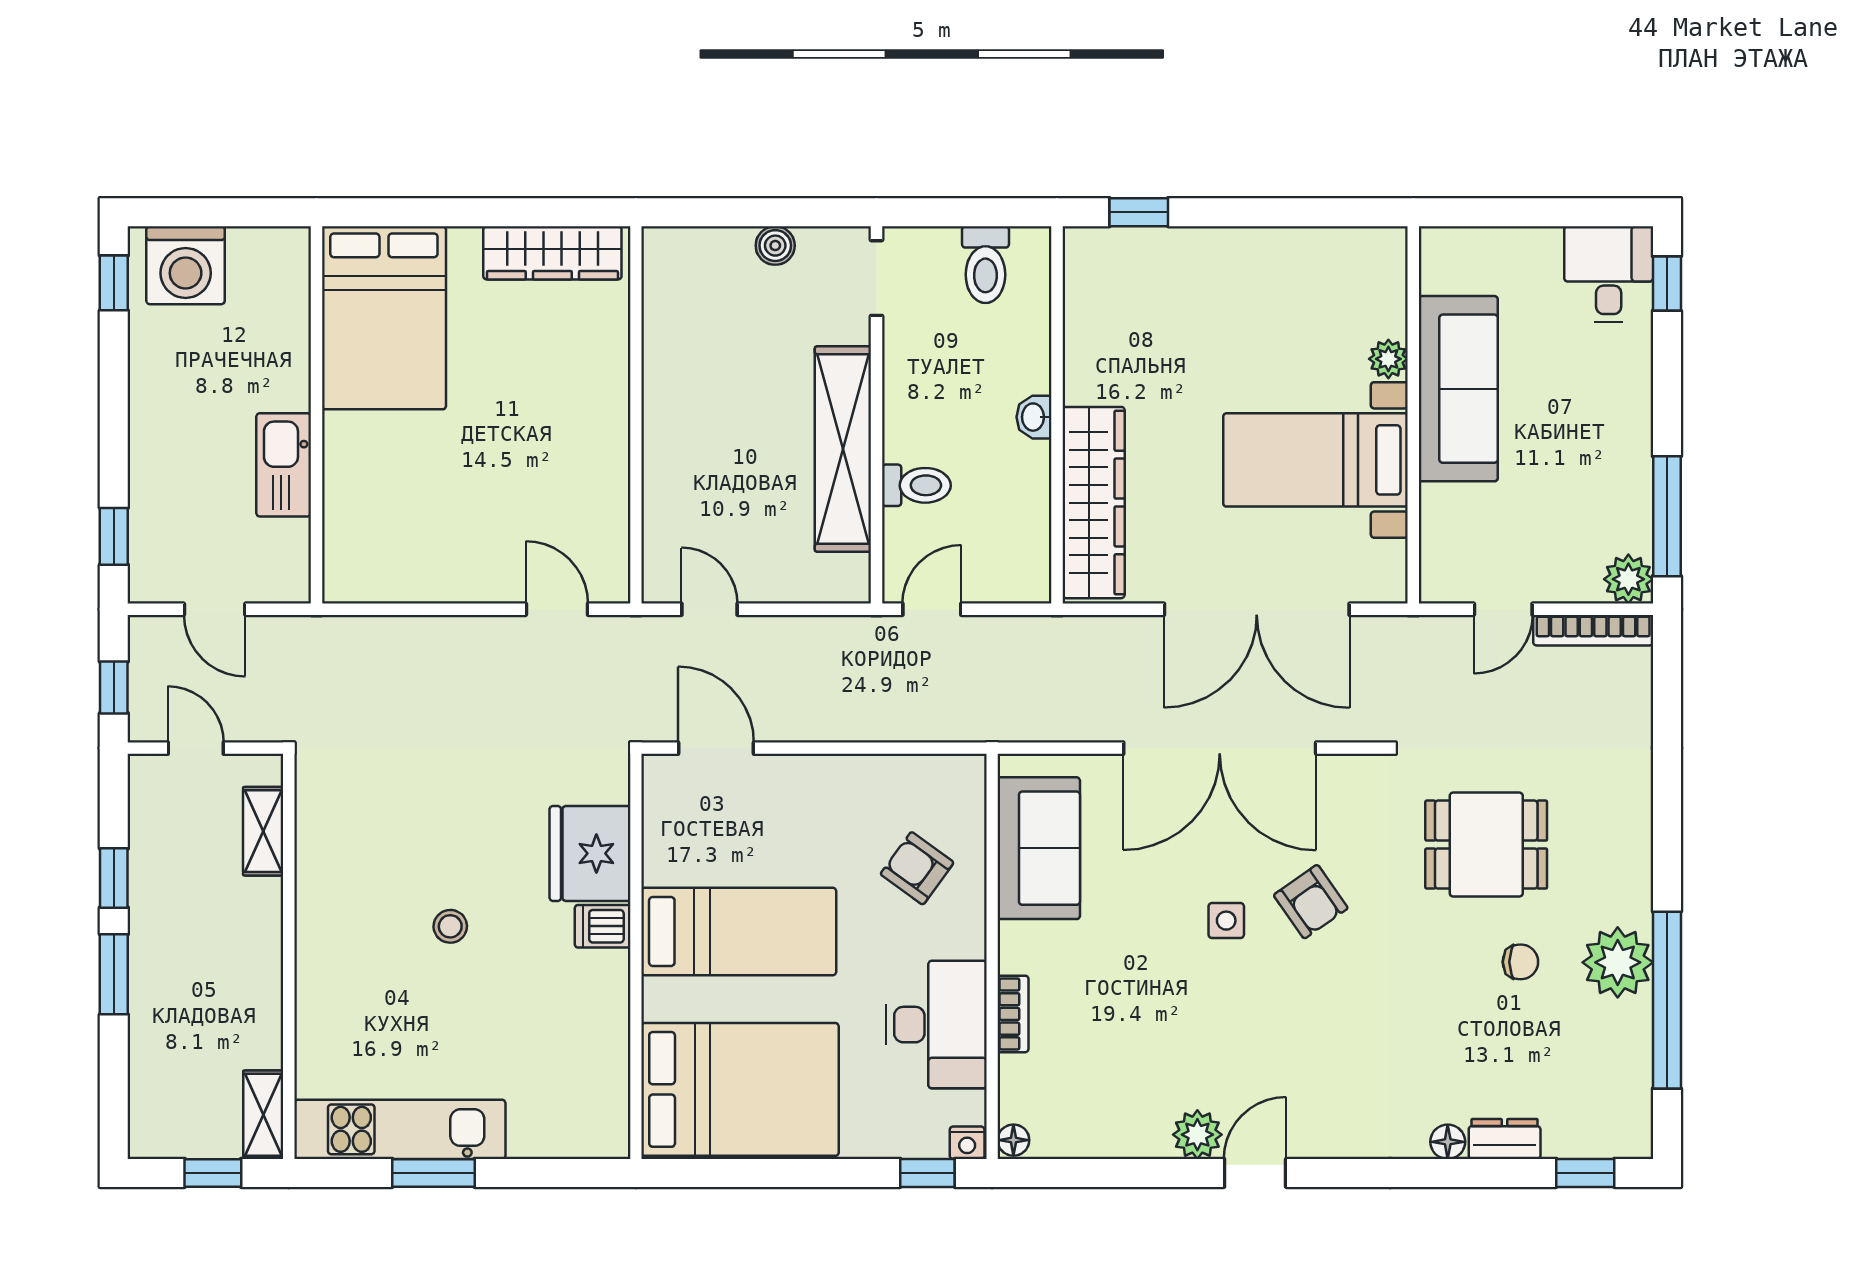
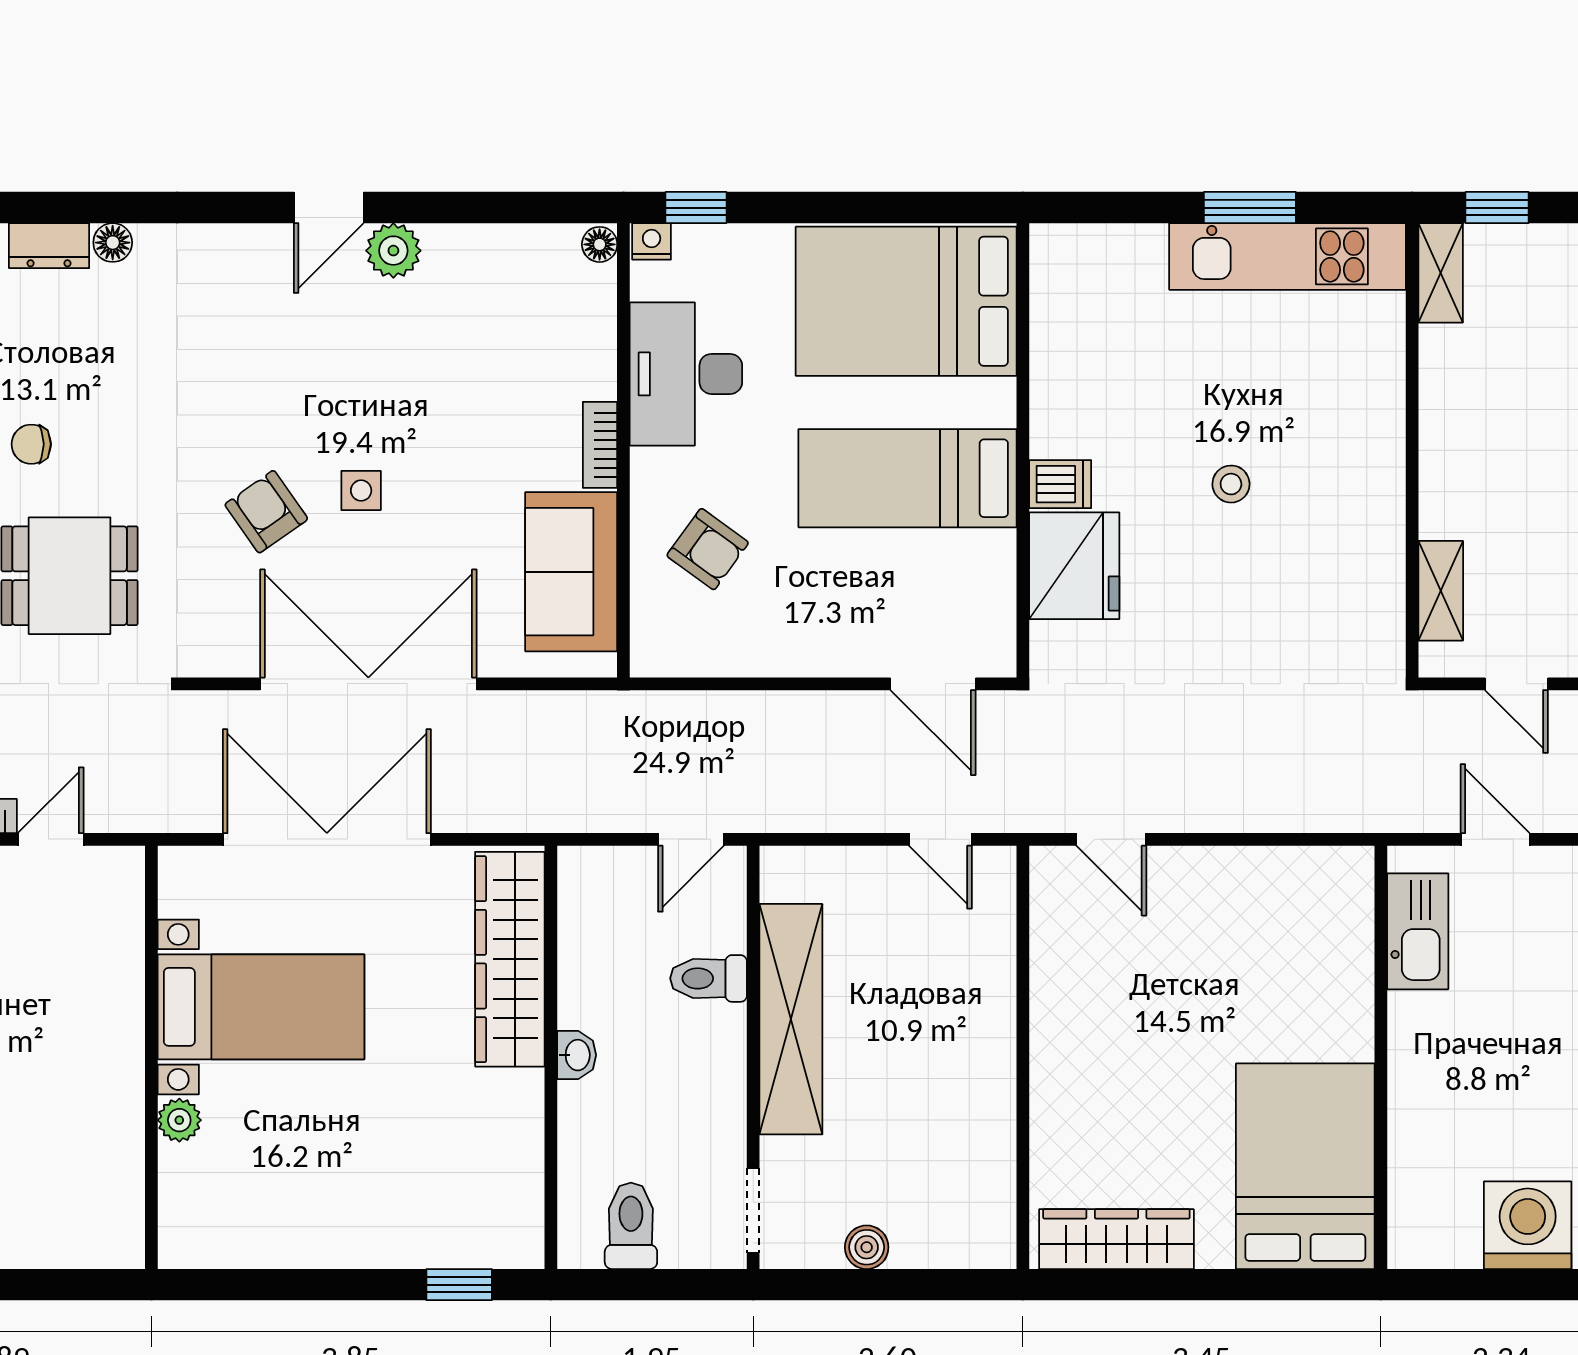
sofa: (1458, 389) -> (101, 1087), removed
kitchen sink: (284, 465) -> (1418, 931), moved
bookcase: (1013, 1014) -> (600, 445), moved

